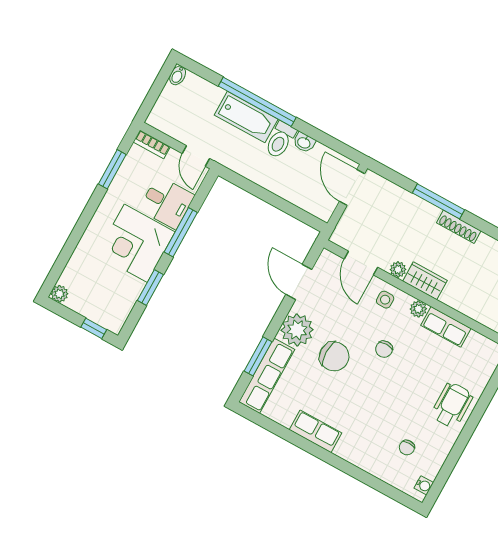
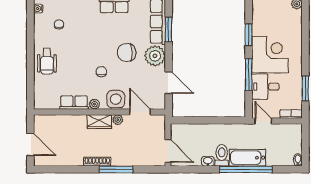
side table: (385, 300) -> (116, 99), width x1.87, depth x1.87

